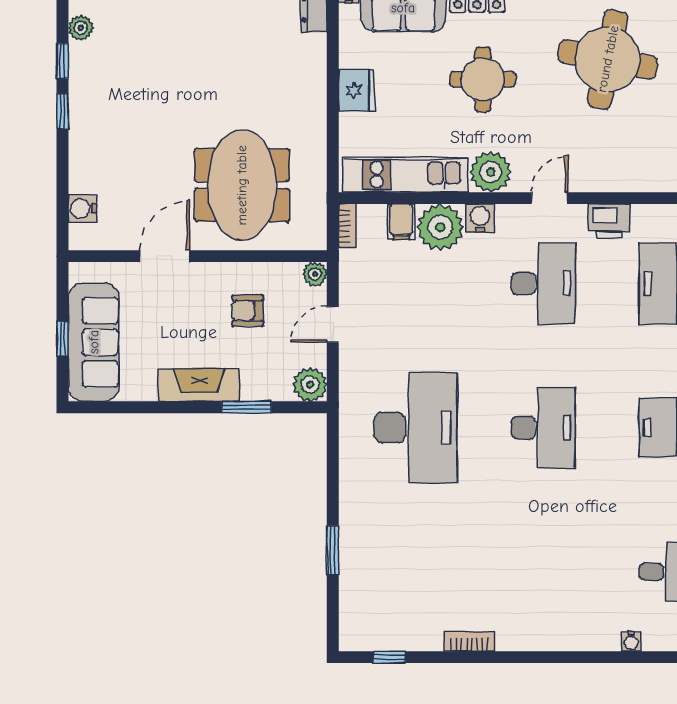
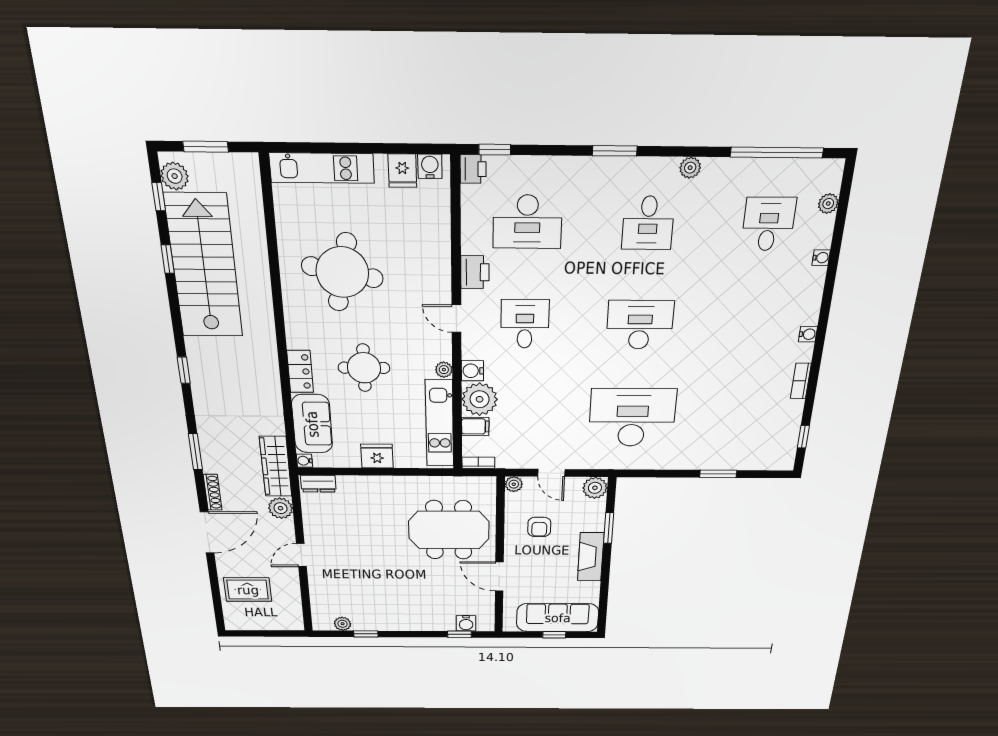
window: (63, 111) -> (459, 634), moved
plant: (491, 172) -> (444, 370), width x0.53, depth x0.53
desk: (543, 284) -> (525, 324), width x0.73
water cooler: (533, 641) -> (808, 334), added

